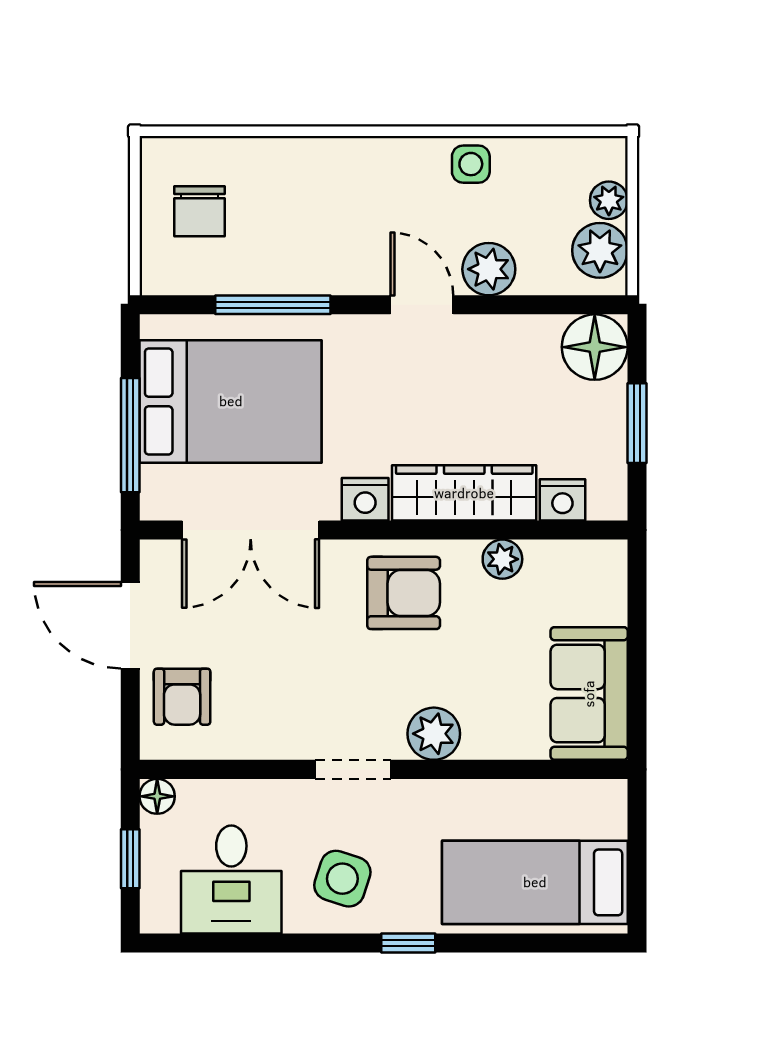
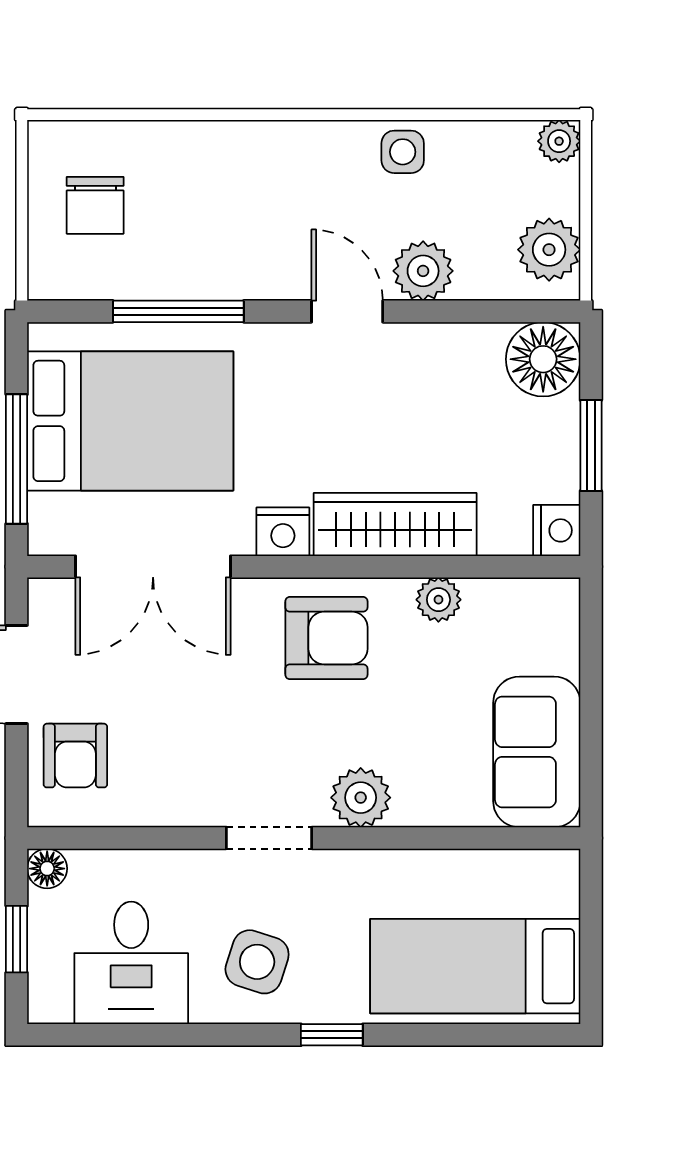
plant: (609, 200) -> (559, 141), moved
nightstand: (562, 500) -> (557, 530), moved, turned -90

